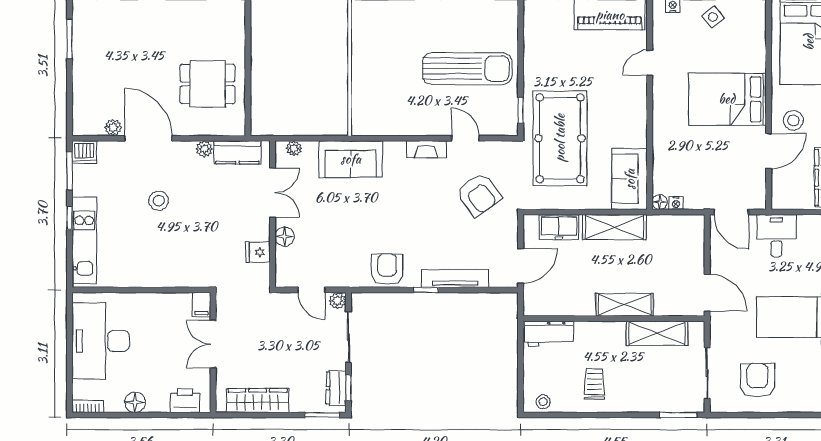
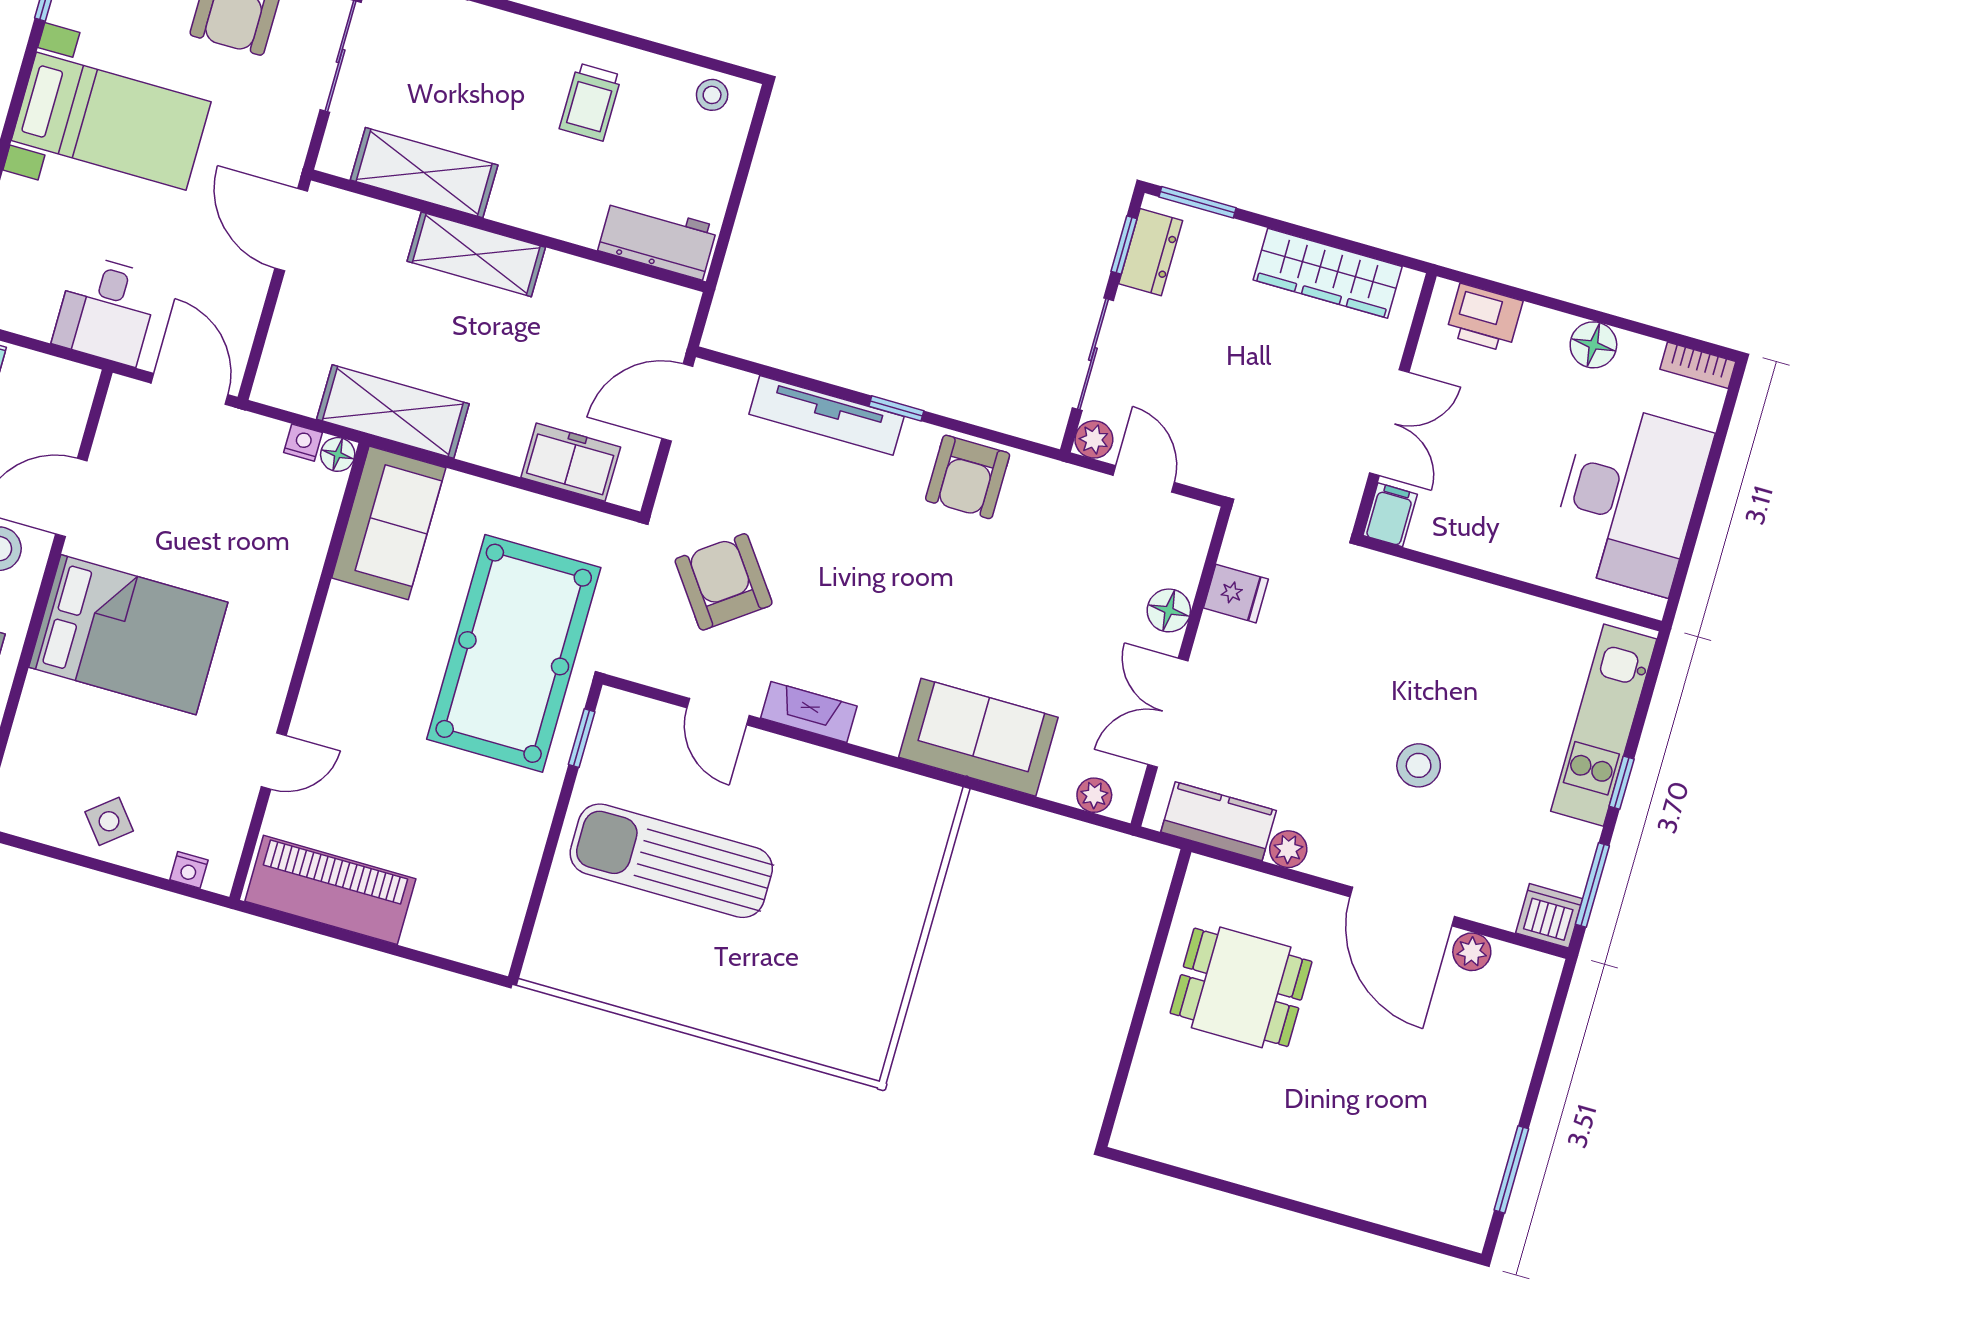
shelving: (614, 227) -> (393, 411), moved

